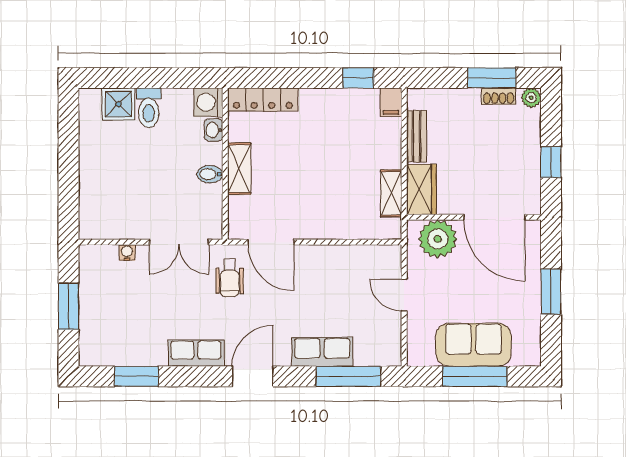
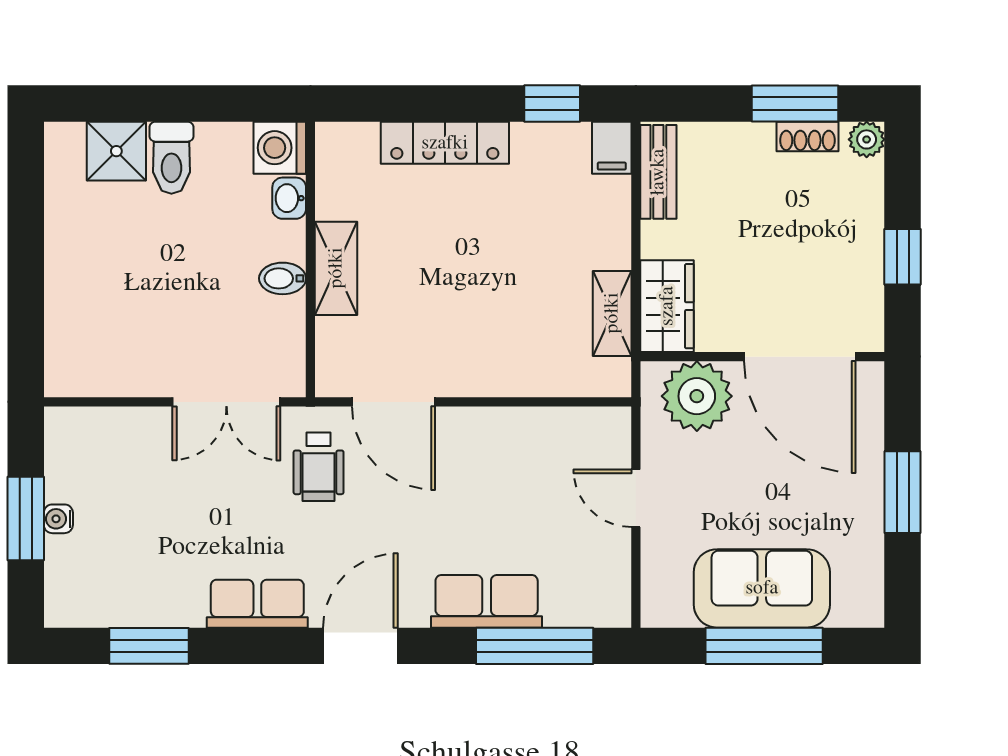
locker: (263, 100) -> (445, 143), moved
bench: (417, 136) -> (658, 172), moved
water cooler: (127, 253) -> (58, 519), moved, turned -90

